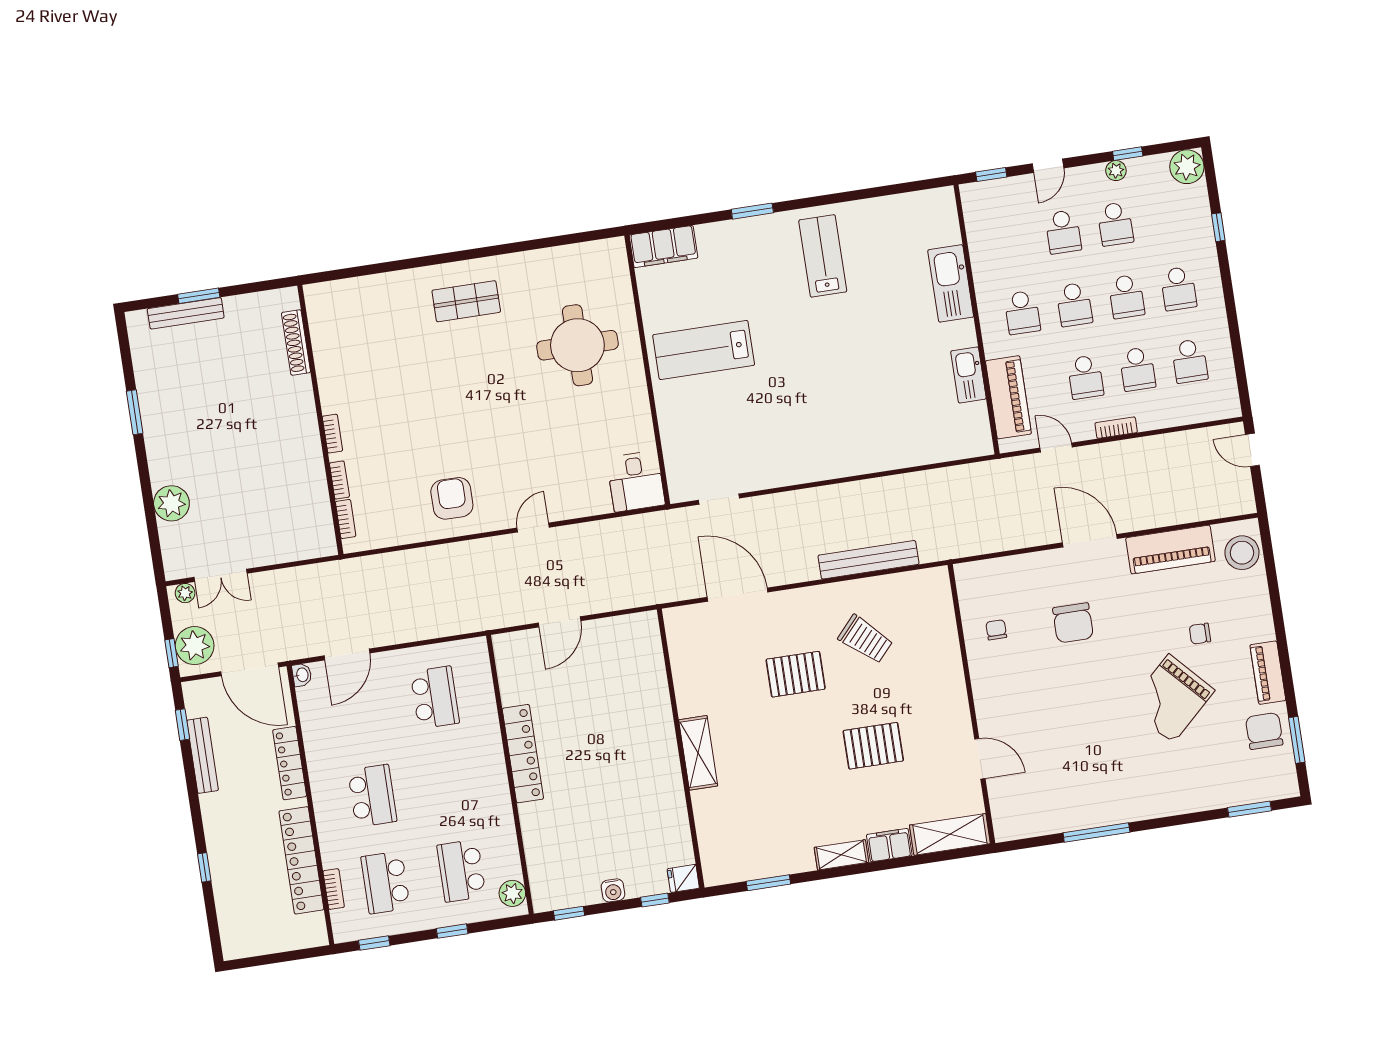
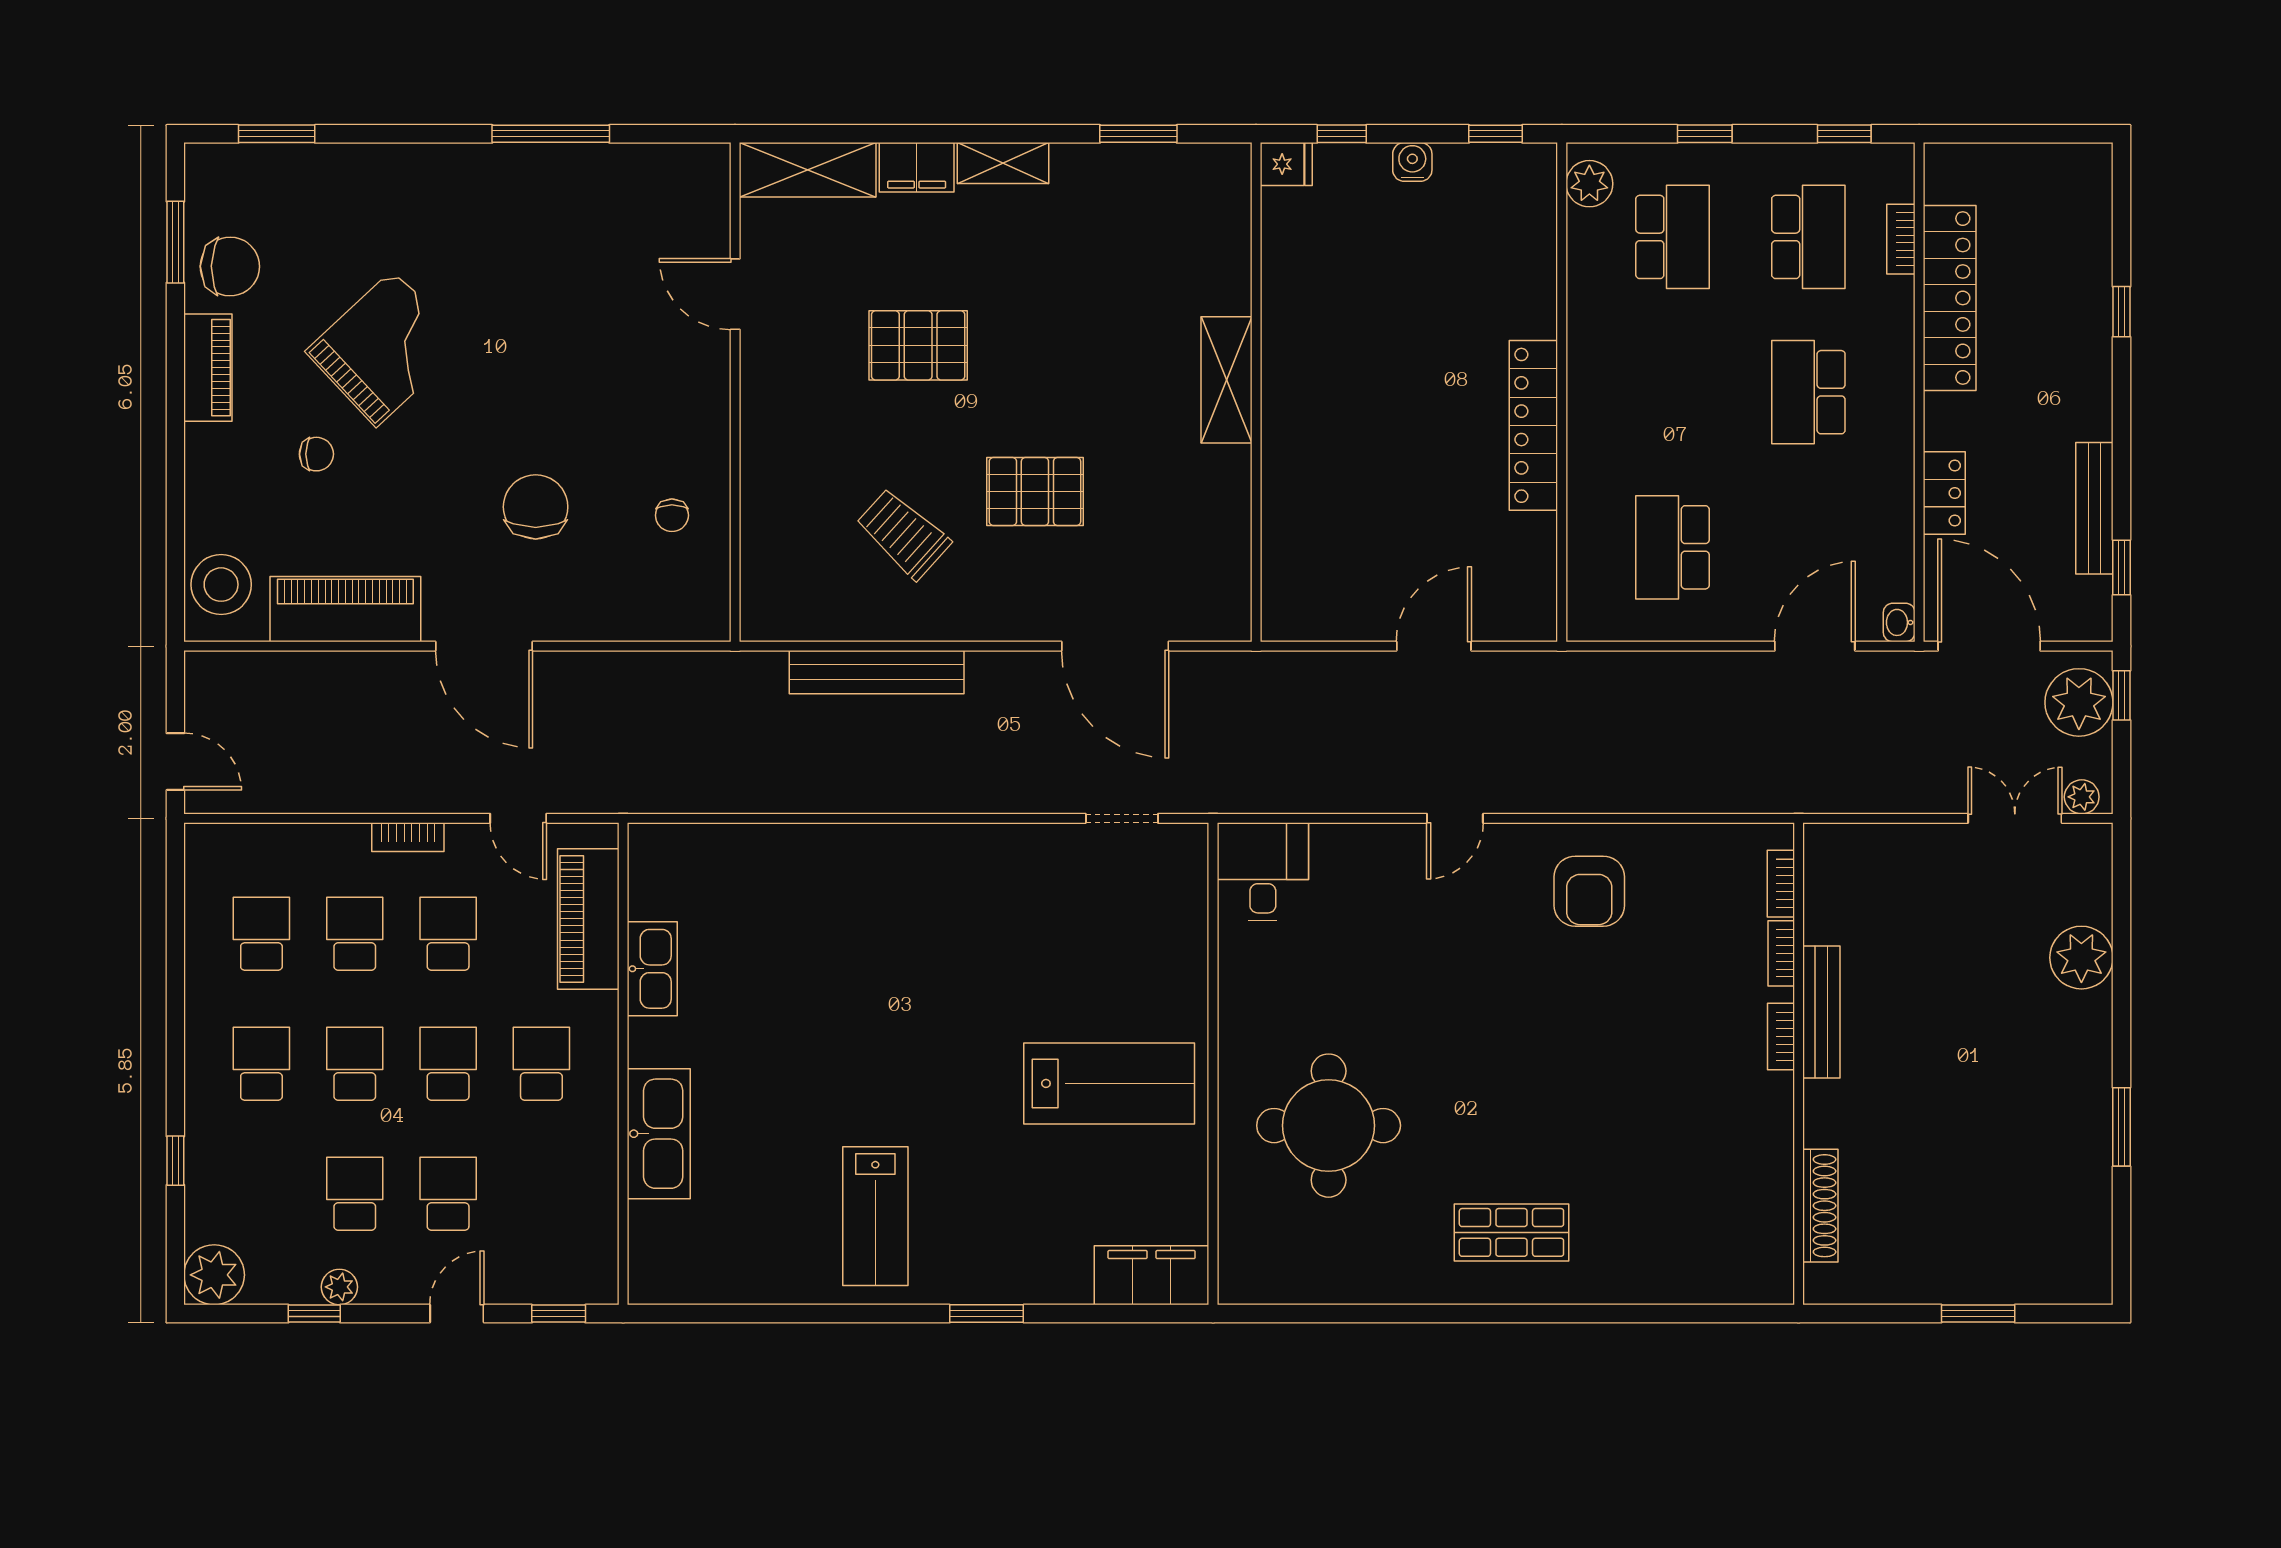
bench: (186, 313) -> (1821, 1012), moved, turned 90
chair: (1264, 731) -> (230, 267), turned -89
locker: (290, 763) -> (1944, 493), width x0.66

